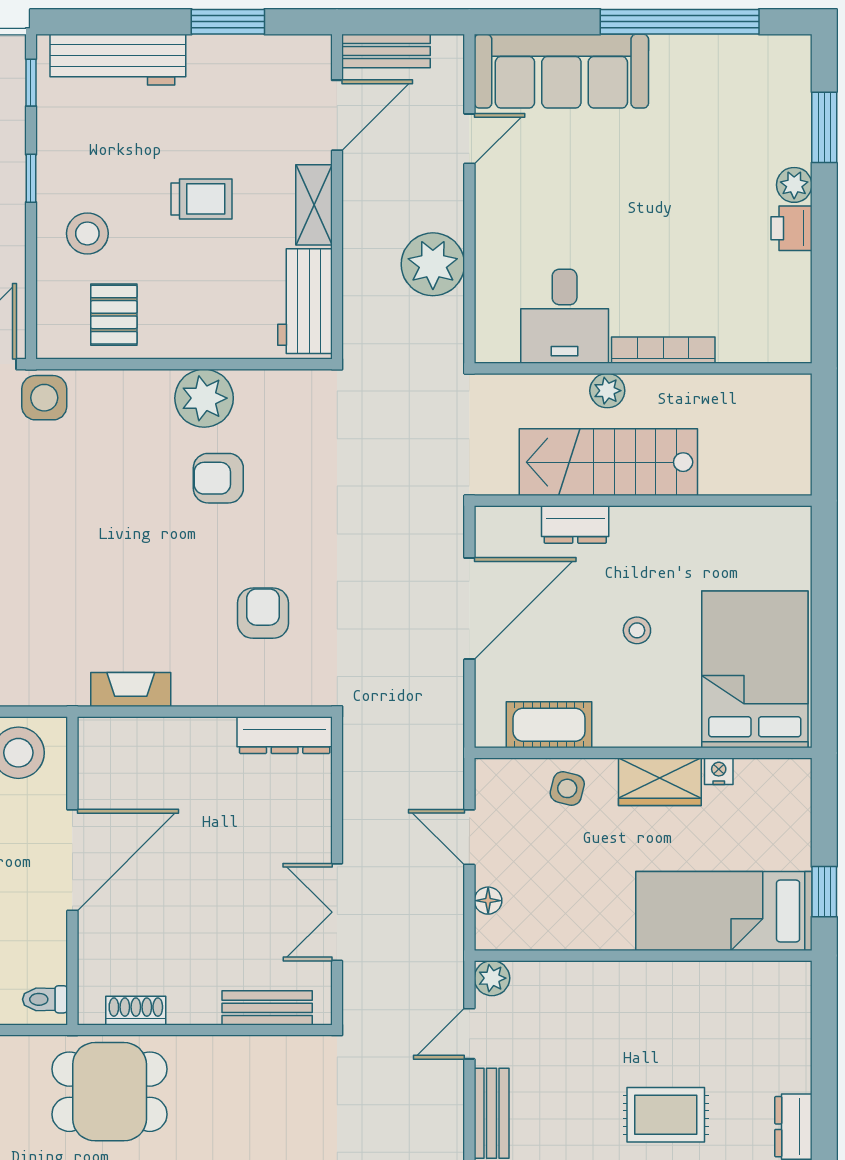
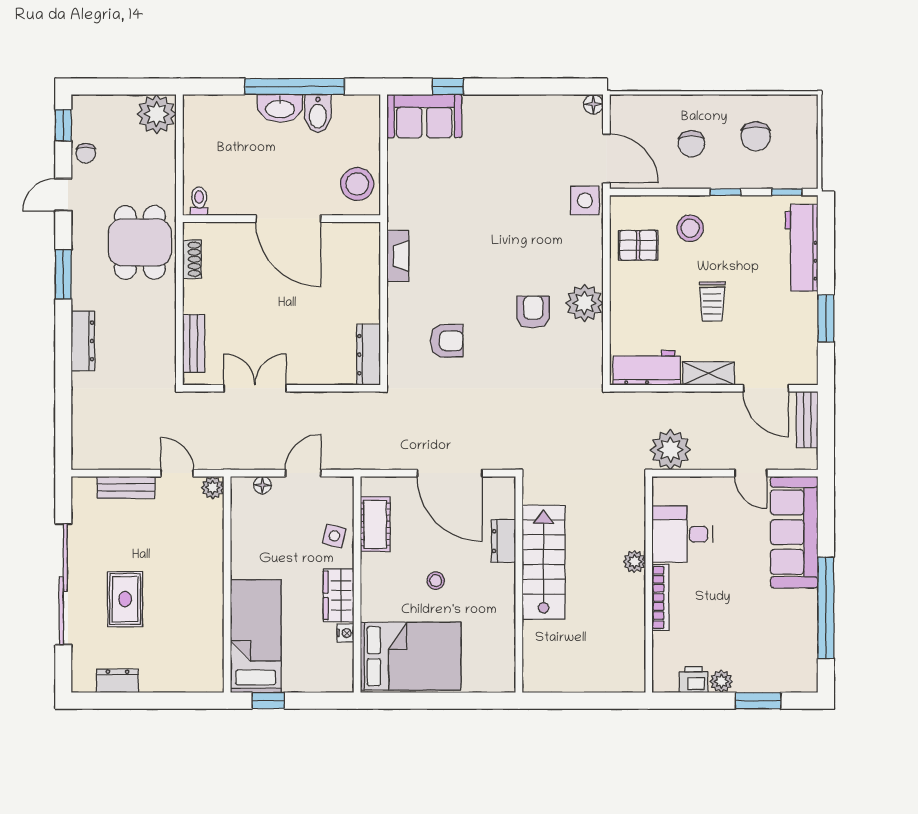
desk: (565, 316) -> (682, 534), moved
bookcase: (663, 350) -> (660, 597), moved
wall: (643, 368) -> (649, 585), moved
plant: (607, 391) -> (634, 562), moved

